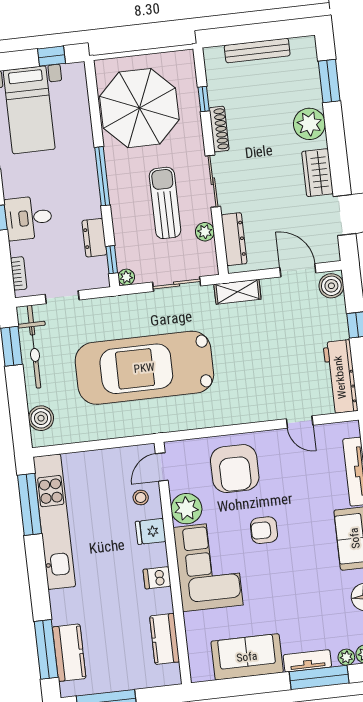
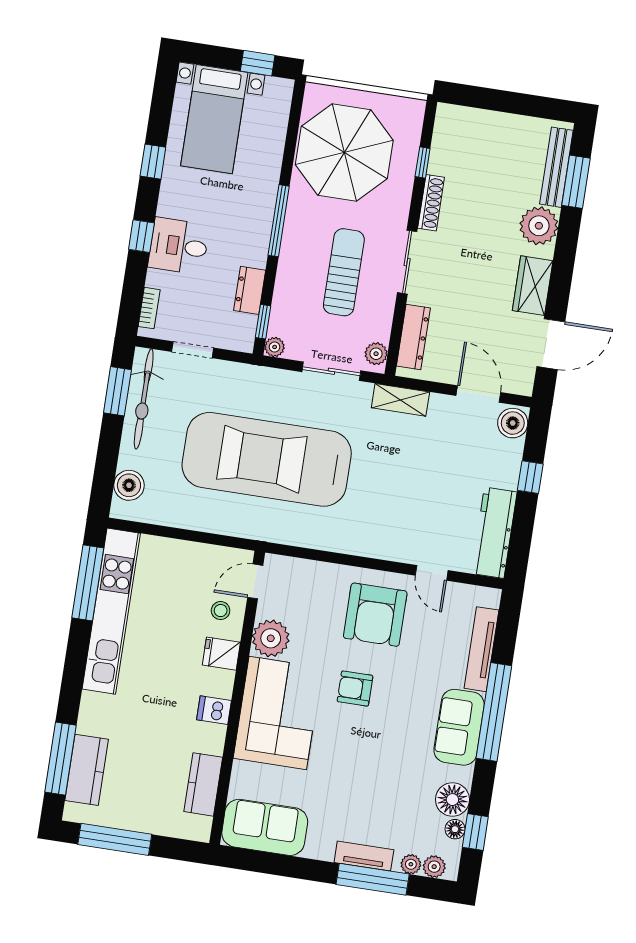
bench: (257, 50) -> (556, 167), moved, turned 90
plant: (205, 232) -> (376, 354), moved
armchair: (235, 469) -> (375, 615), moved
sofa: (247, 657) -> (265, 827), moved

